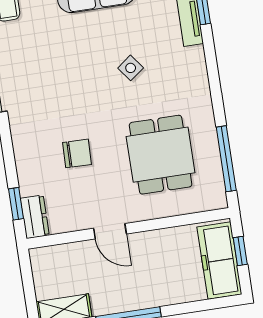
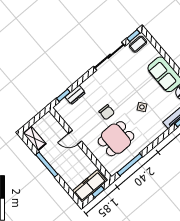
chair: (77, 153) -> (107, 112), moved
dresser: (35, 217) -> (75, 95), moved
door: (110, 231) -> (75, 137), hinge flipped

